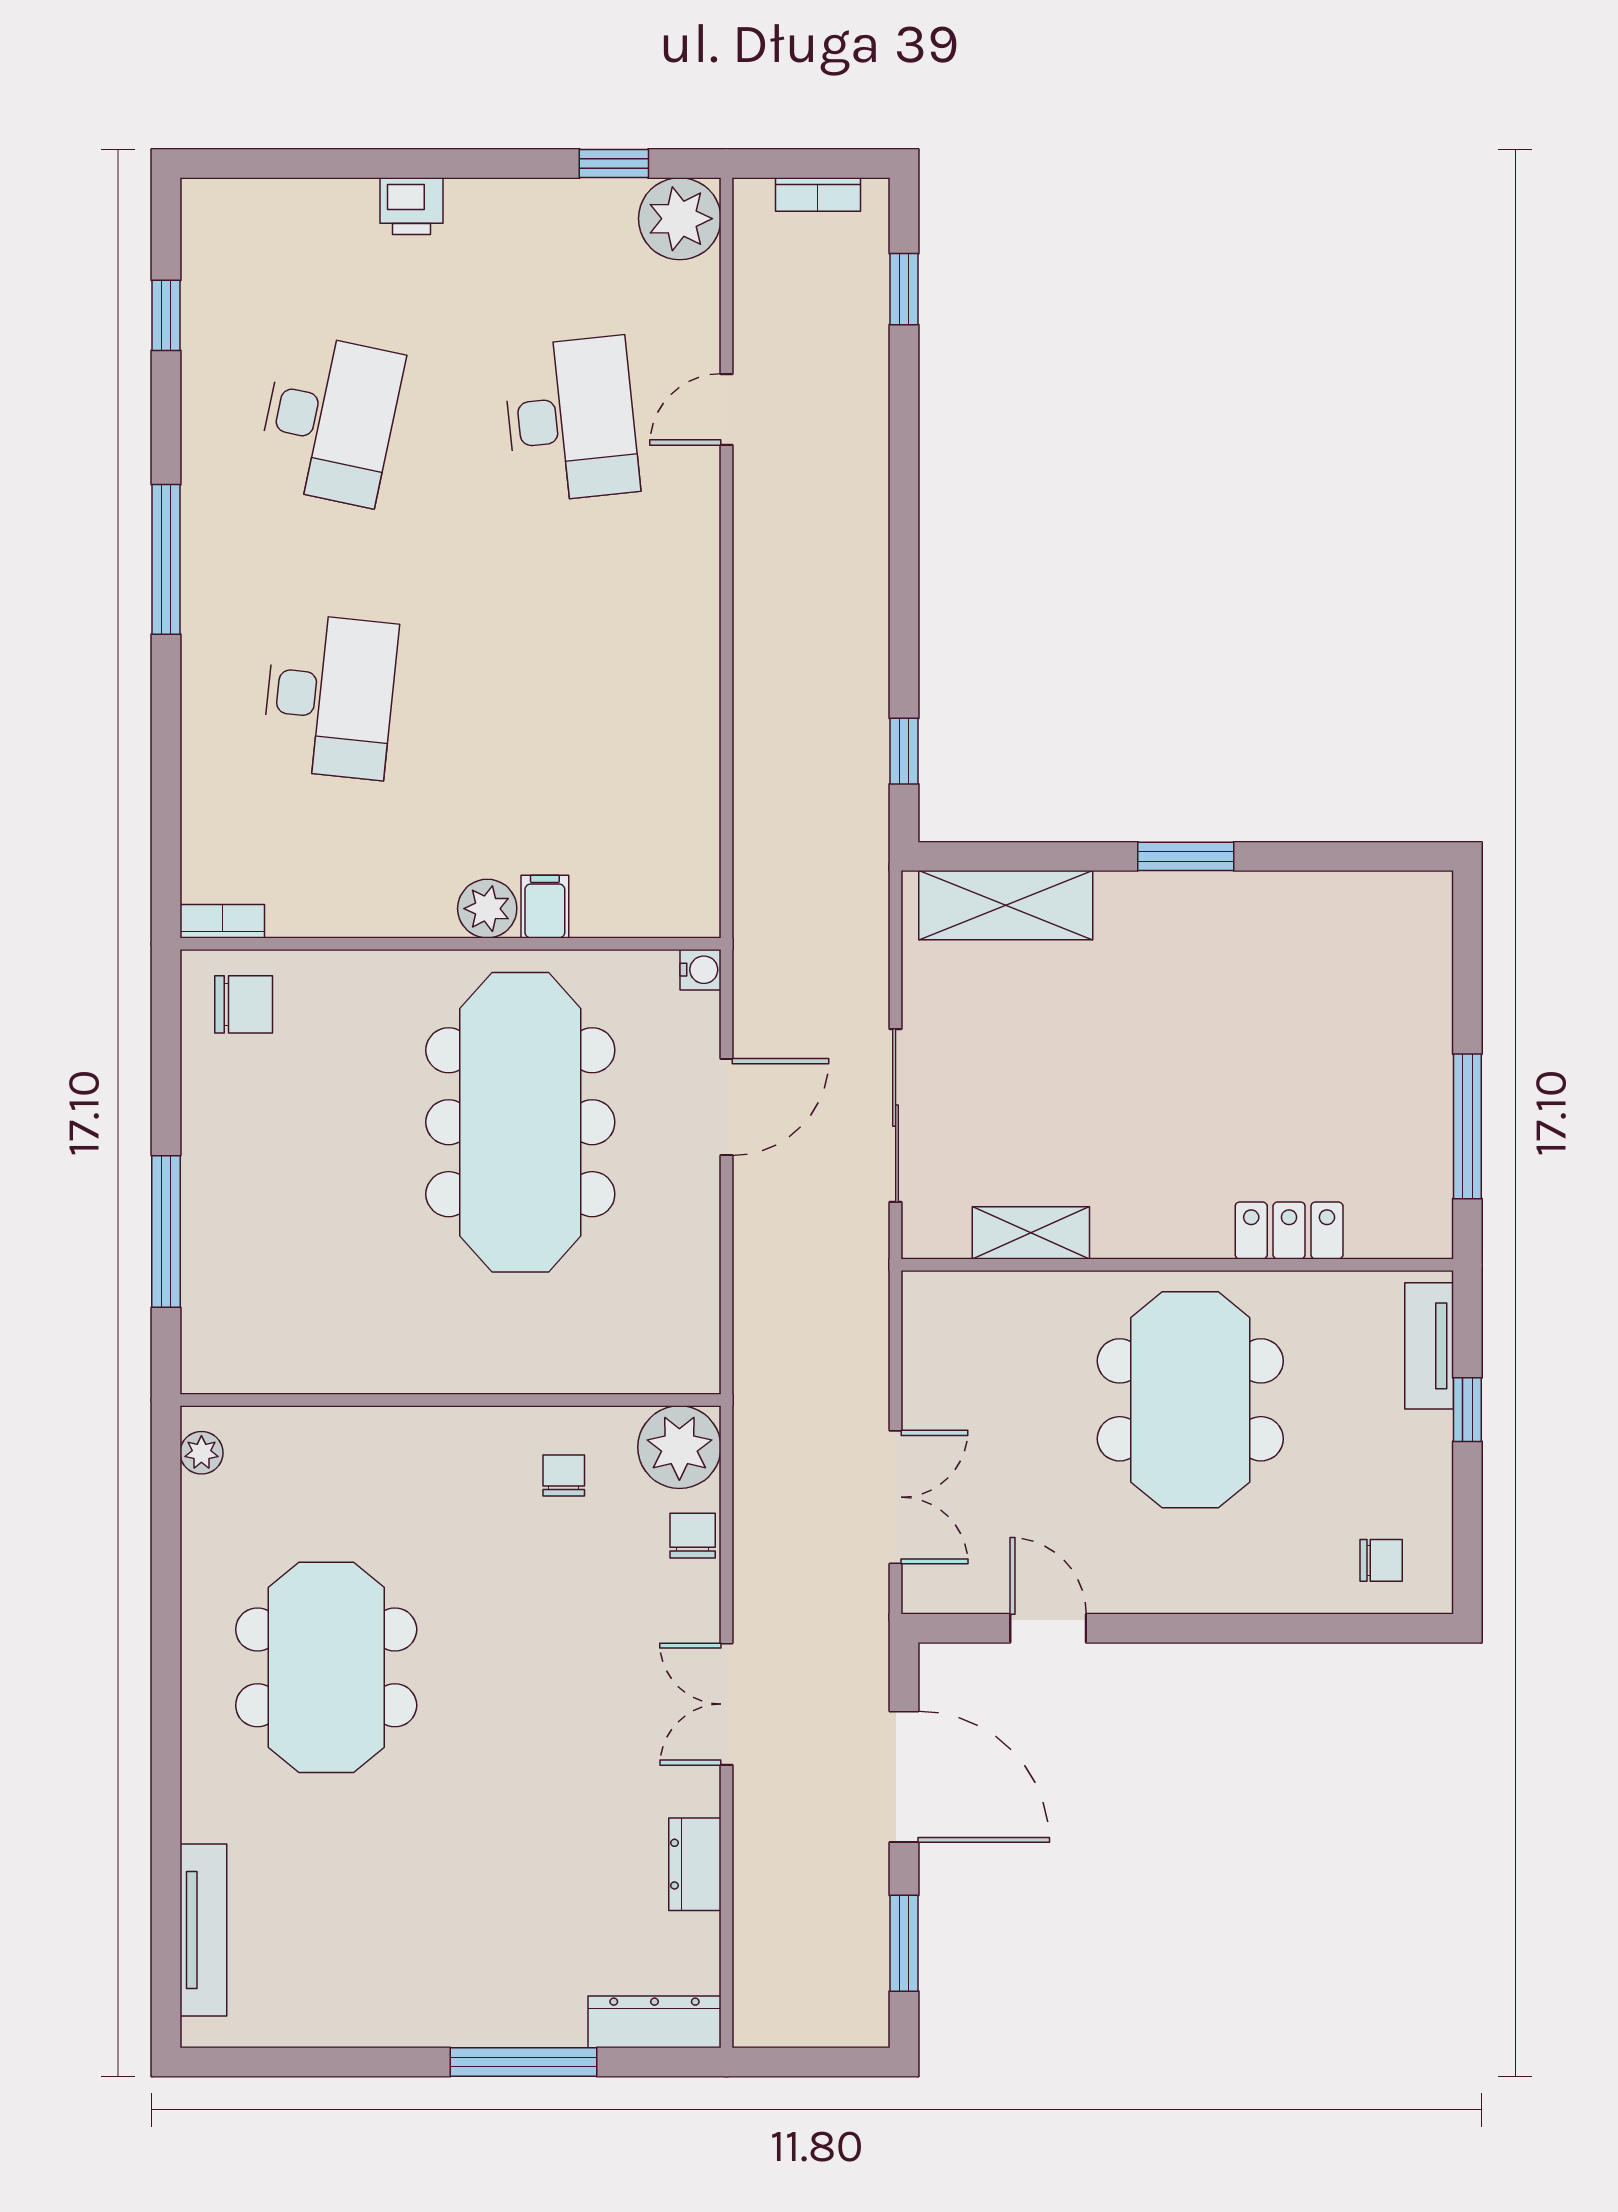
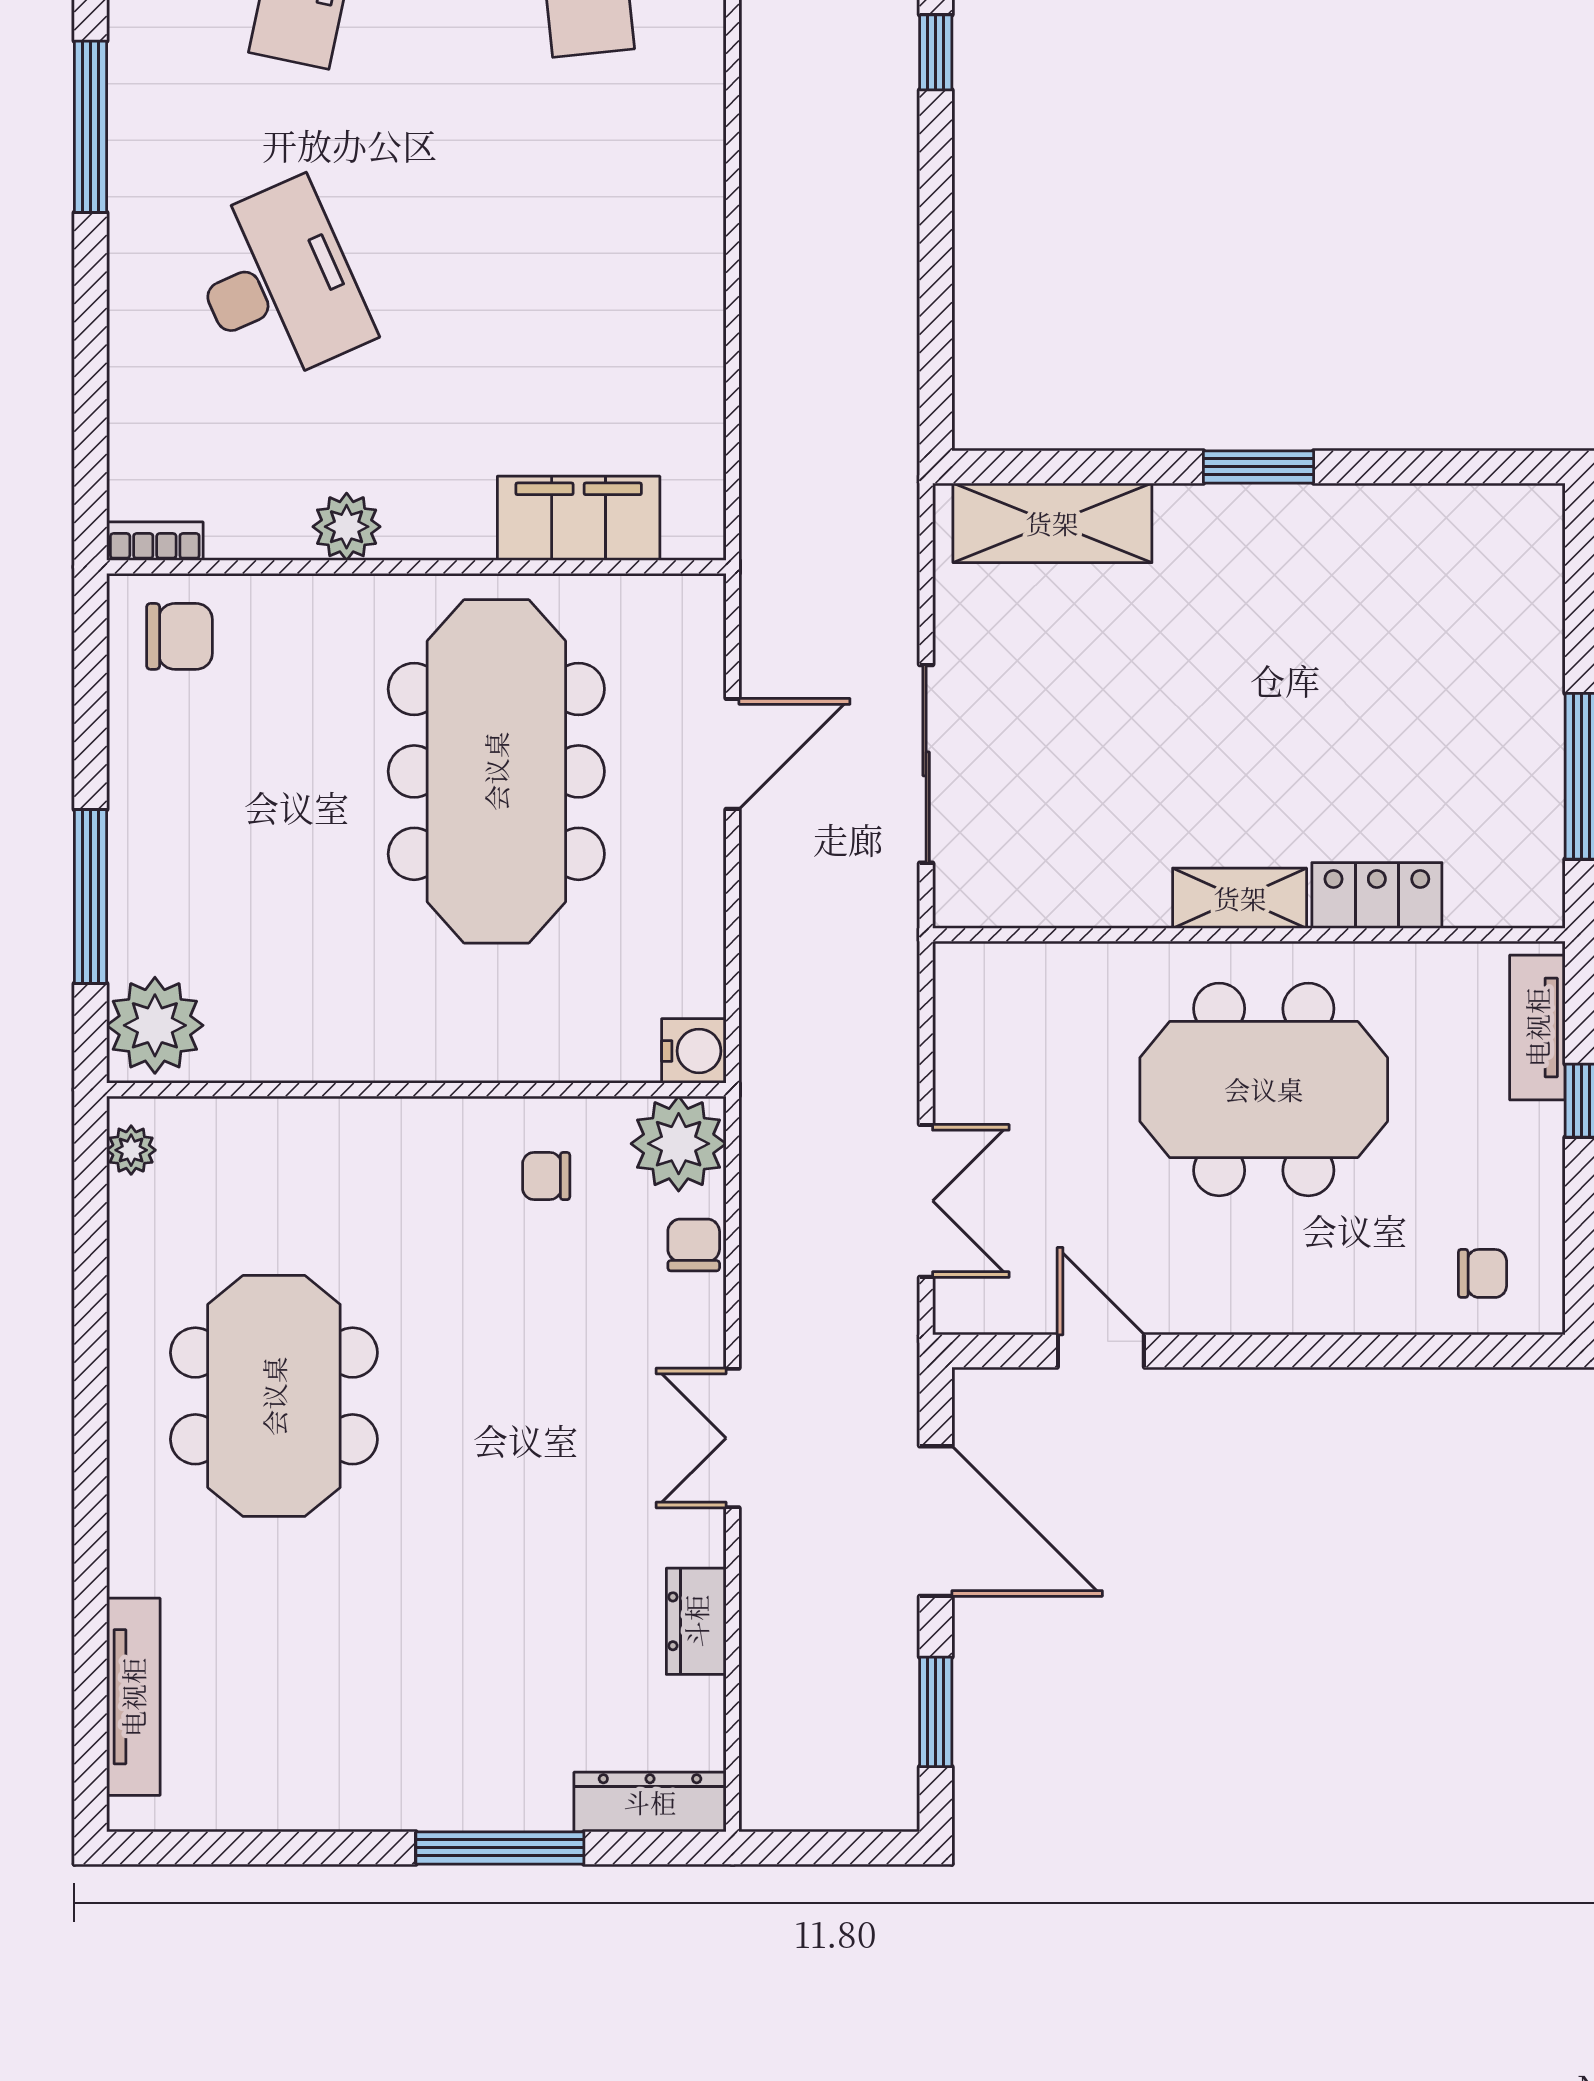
desk: (330, 696) -> (278, 283), turned -30
window: (904, 751) -> (936, 52), moved
filing cabinet: (545, 907) -> (579, 518), width x3.00, depth x1.17
plant: (487, 909) -> (347, 527), moved
water cooler: (701, 970) -> (694, 1051), moved, width x1.38, depth x1.38
shelving: (1031, 1233) -> (1240, 898), moved
plant: (222, 1344) -> (155, 1025), added
meeting table: (1190, 1400) -> (1264, 1089), turned 90
chair: (564, 1475) -> (546, 1176), turned -90

